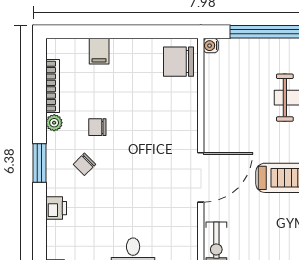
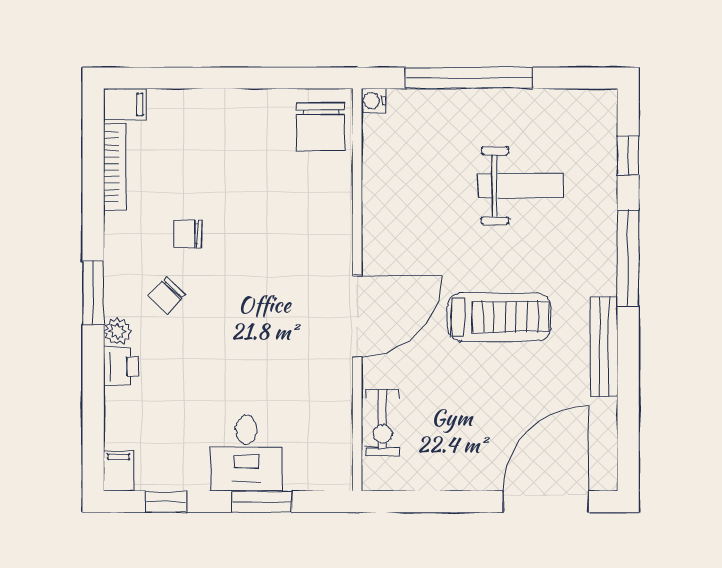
filing cabinet: (99, 51) -> (125, 104), moved, turned -90
chair: (178, 62) -> (321, 127), turned -90
plant: (54, 123) -> (117, 331), moved

